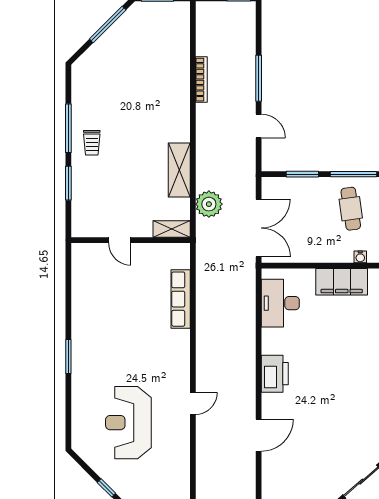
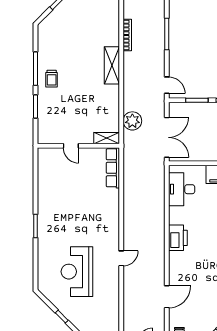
door: (259, 126) -> (167, 85), moved
shelving: (179, 170) -> (112, 65), moved
row of seats: (181, 299) -> (113, 168), moved
door: (259, 435) -> (167, 297), moved

